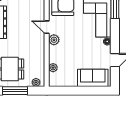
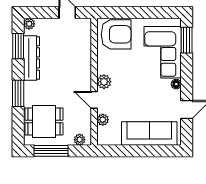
door: (47, 27) -> (94, 100), moved
sofa: (93, 78) -> (149, 133), width x1.36

